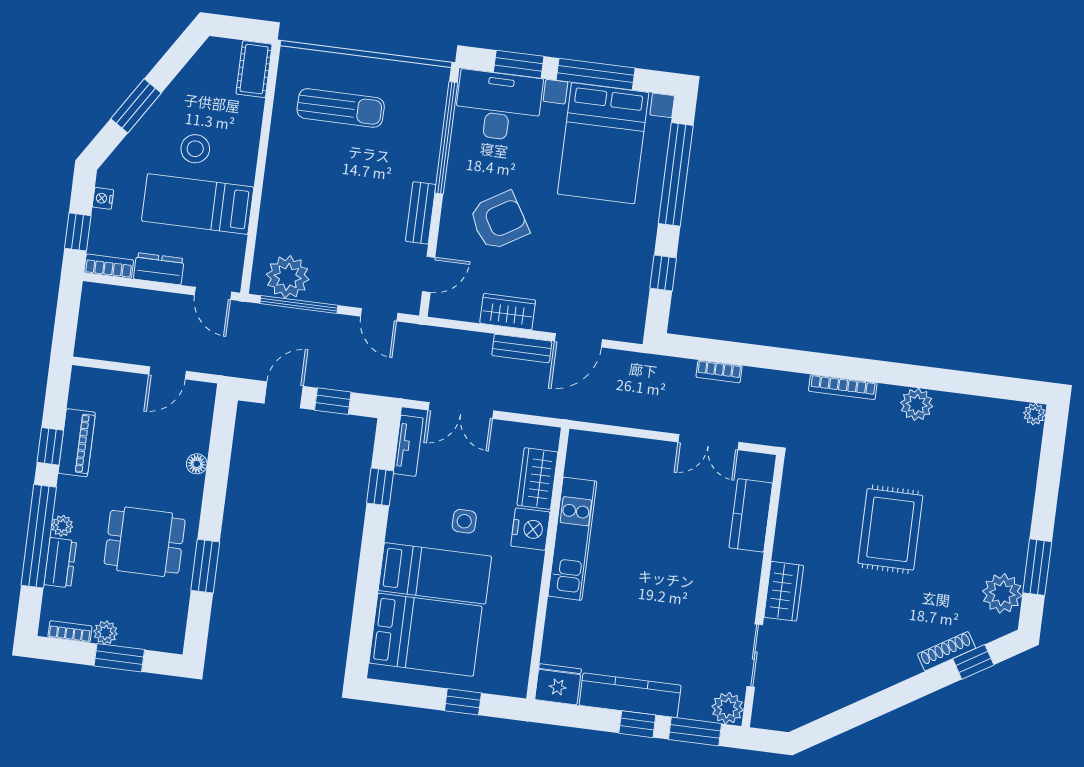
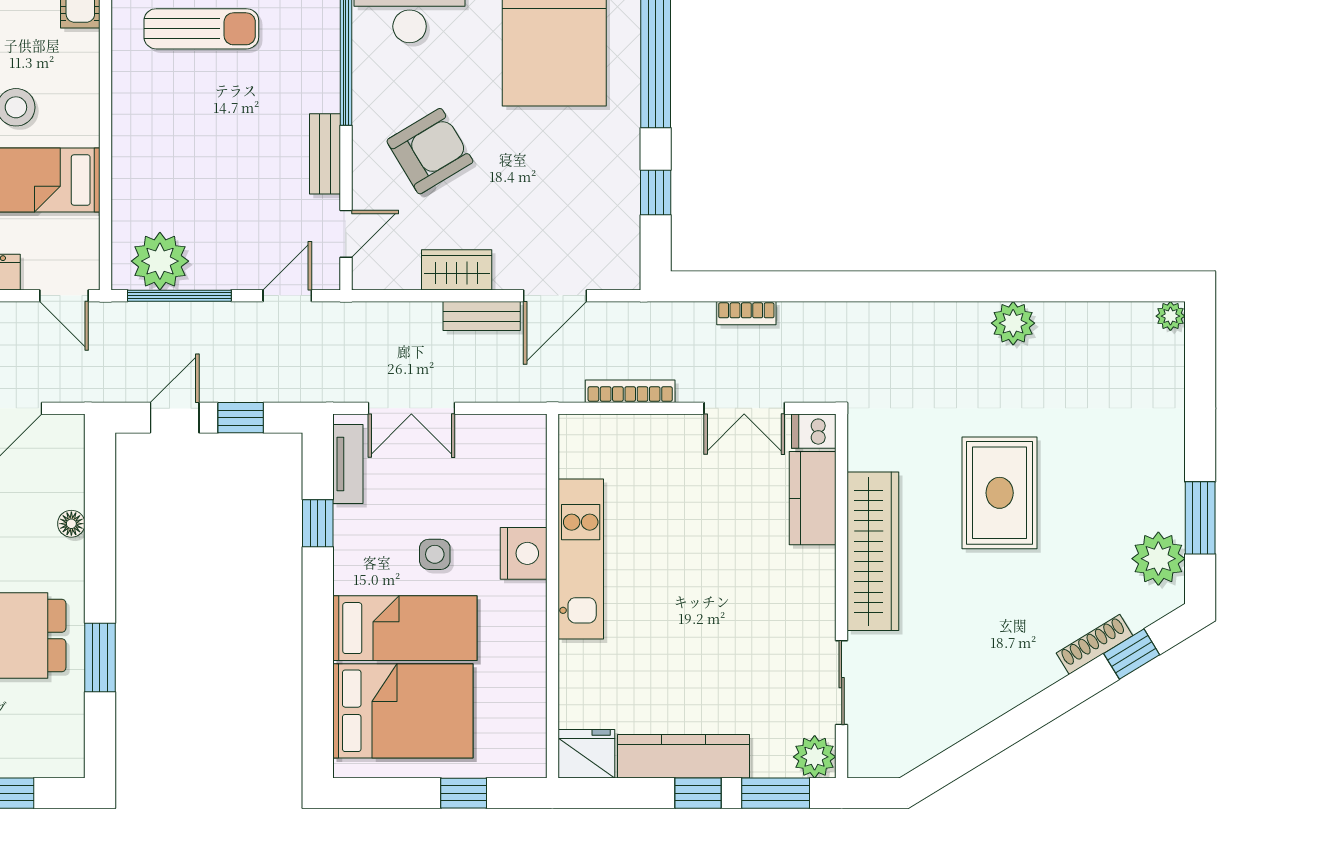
door: (379, 315) -> (287, 296), swing flipped
bookcase: (843, 387) -> (630, 391), moved, turned 180
dishwasher: (758, 466) -> (814, 431), added
wardrobe: (537, 479) -> (524, 486), removed
wardrobe: (784, 591) -> (873, 551), width x2.10, depth x1.17

